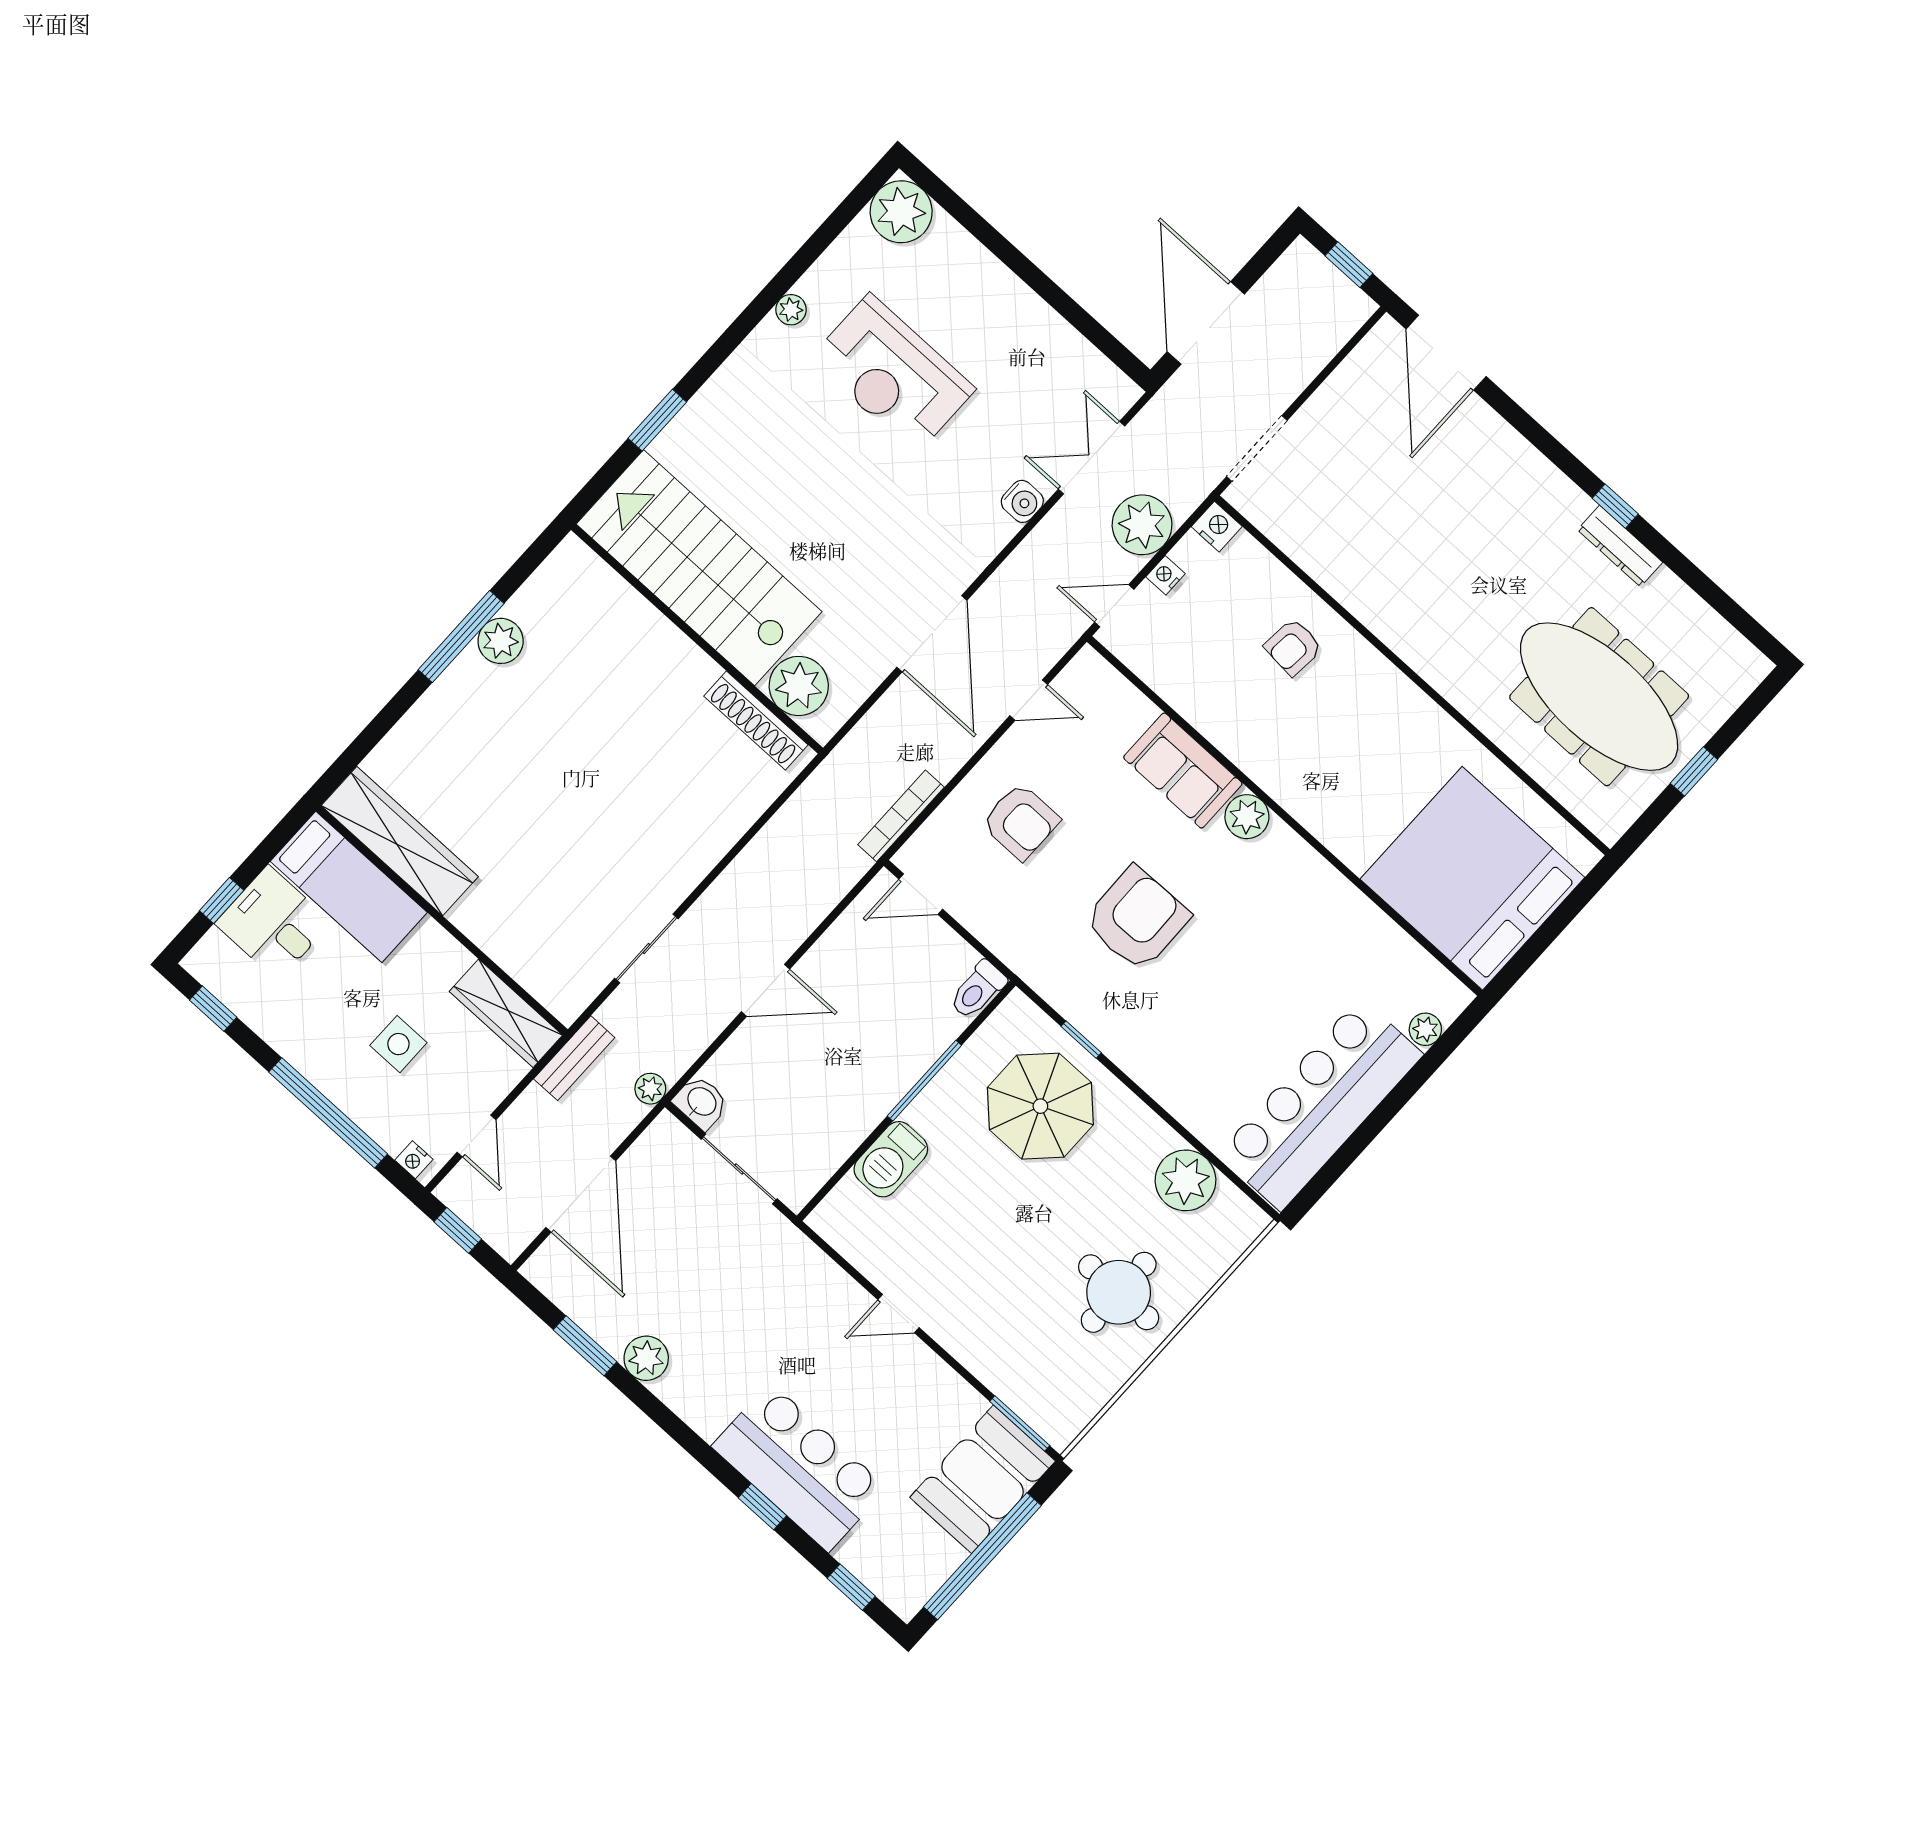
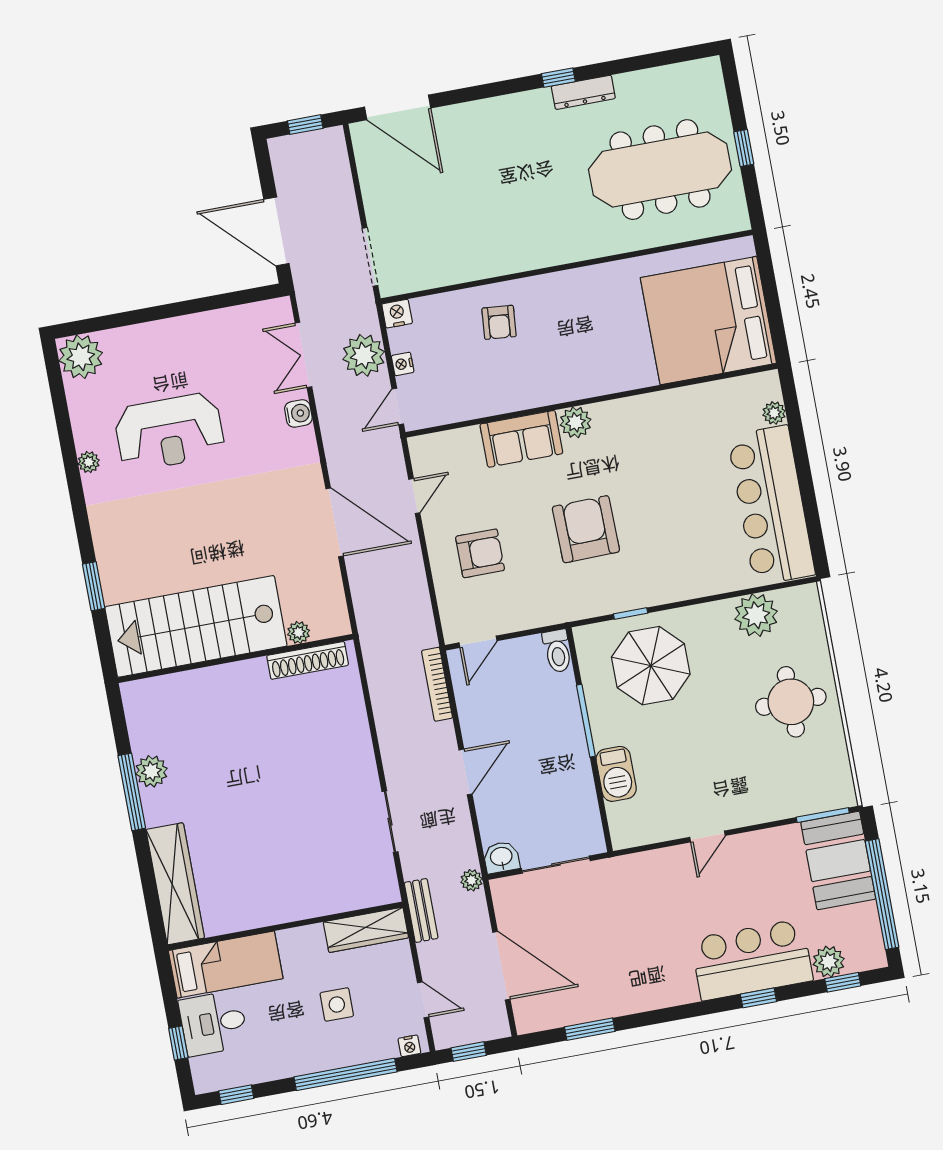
plant: (799, 686) -> (299, 632), width x0.53, depth x0.53
bookcase: (901, 816) -> (437, 684), moved
wardrobe: (400, 841) -> (175, 884), moved, turned 90
plant: (646, 1358) -> (829, 962), moved

